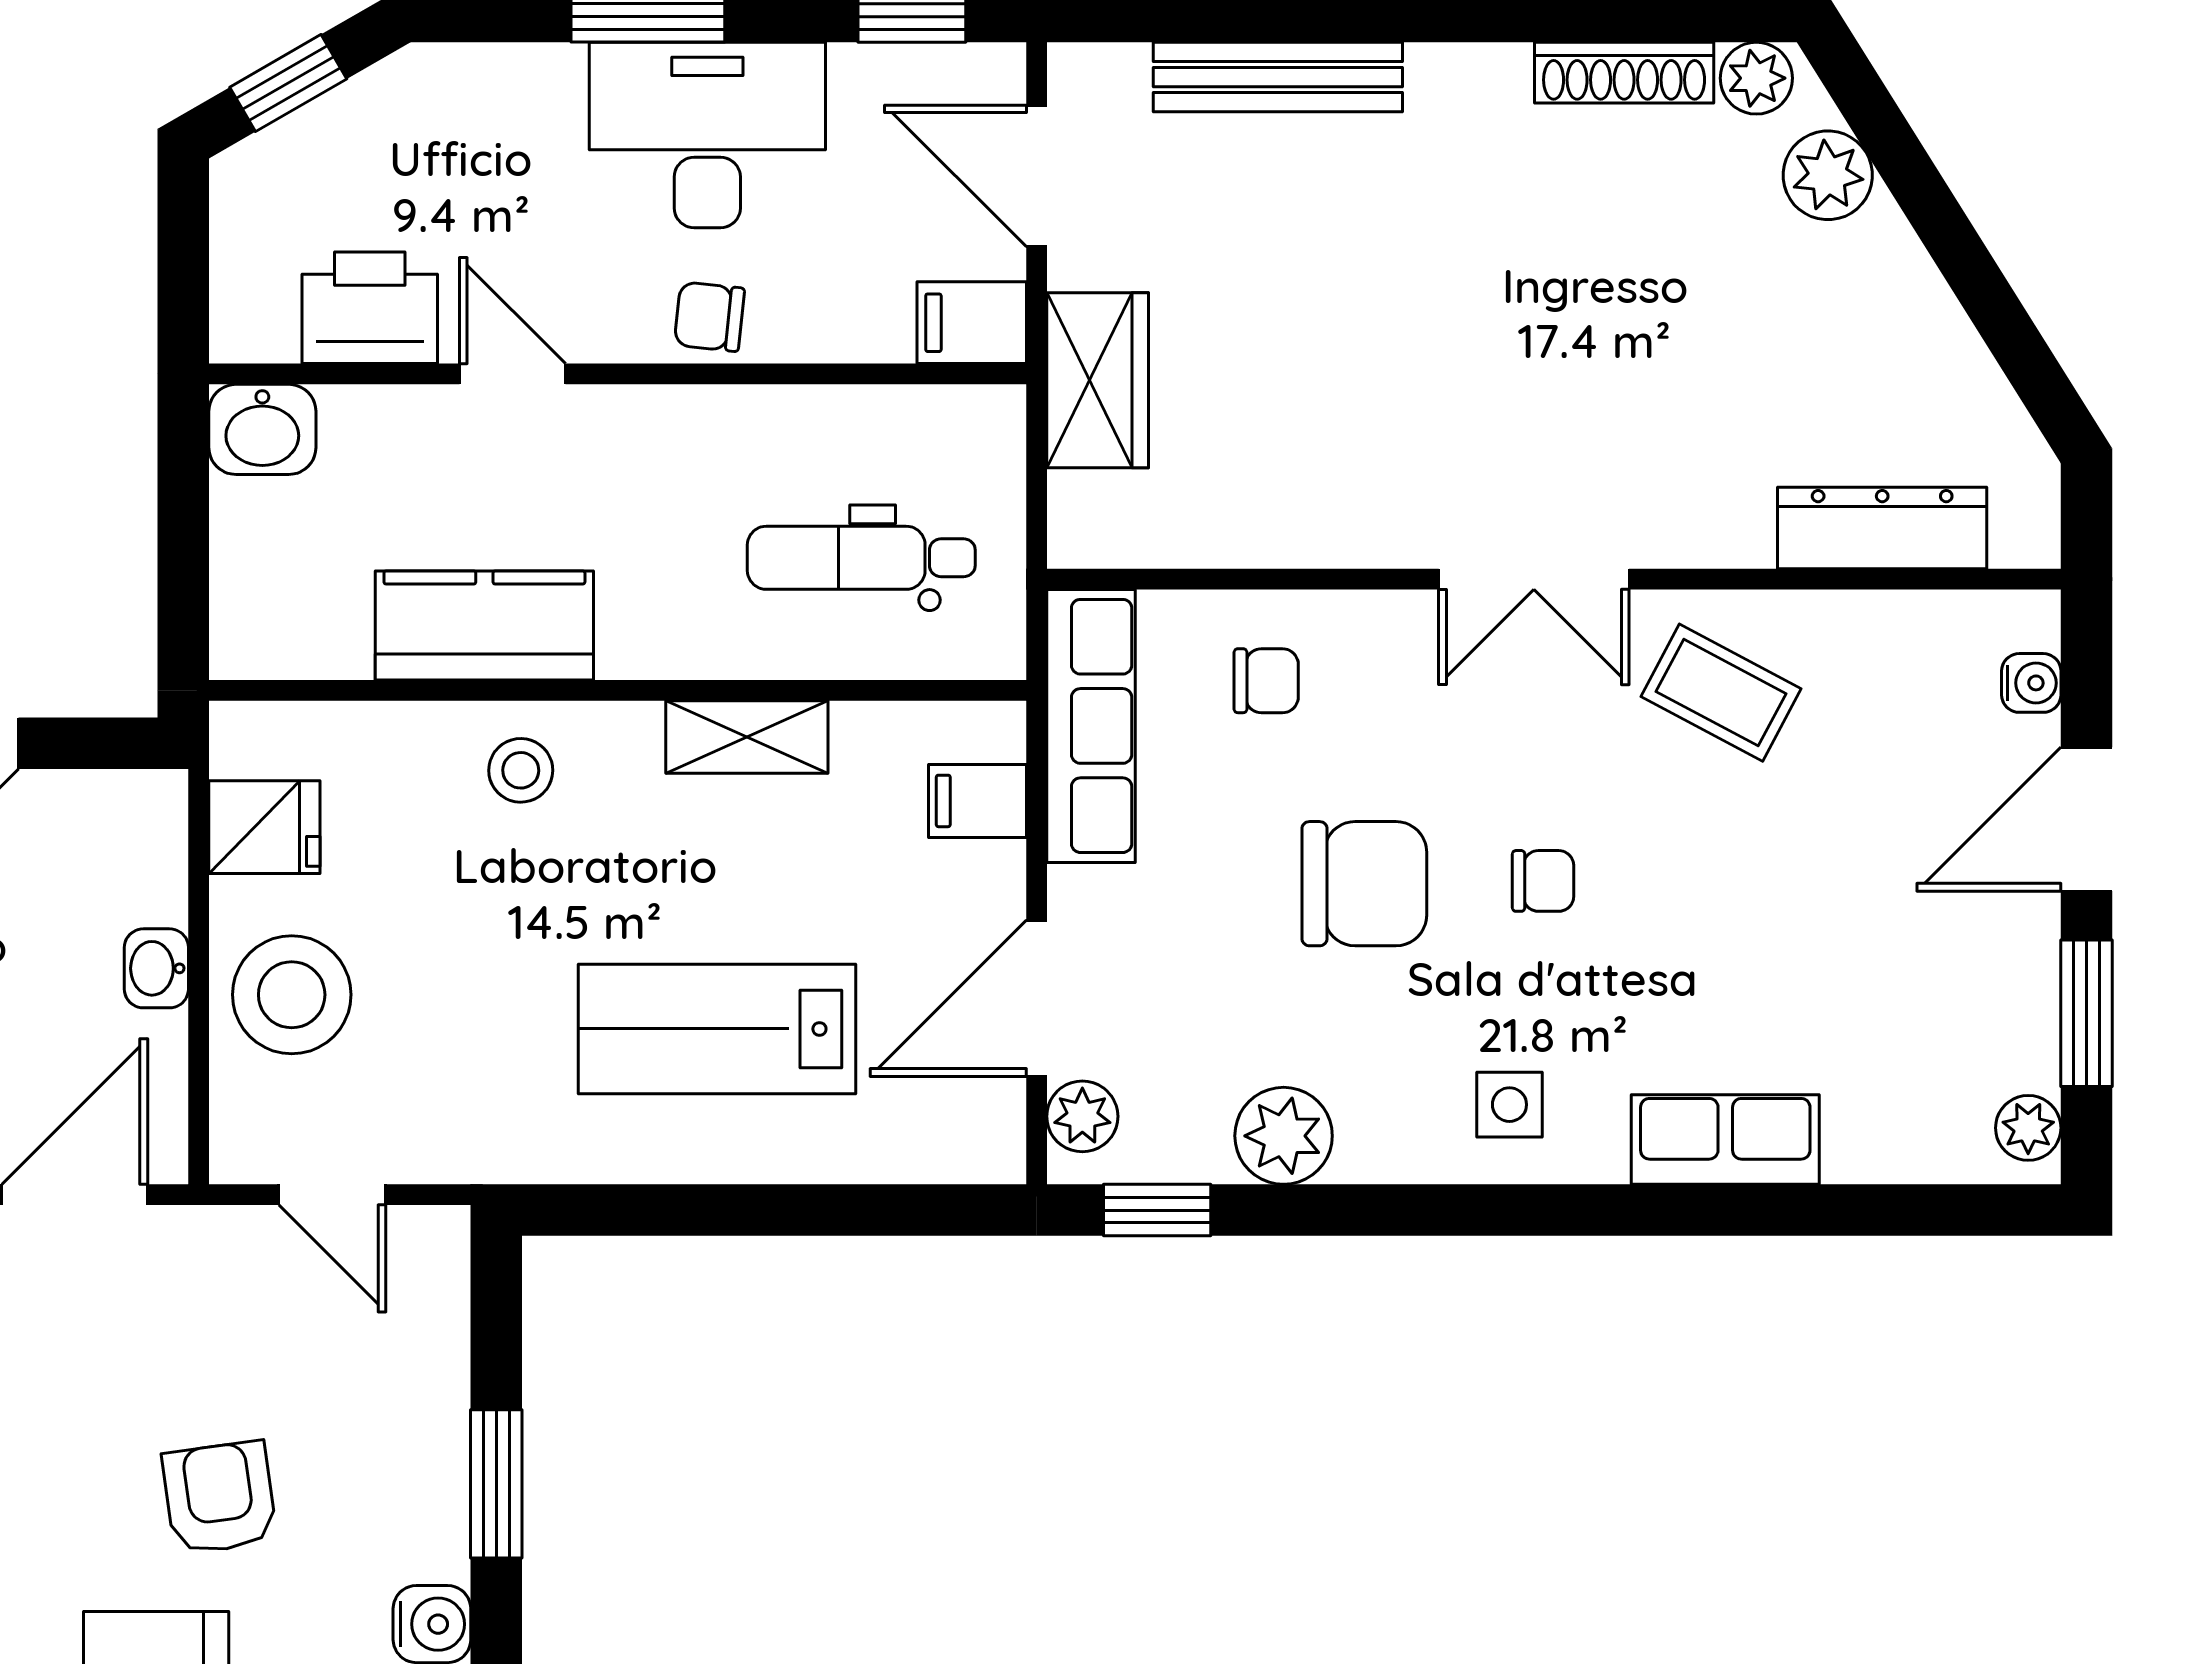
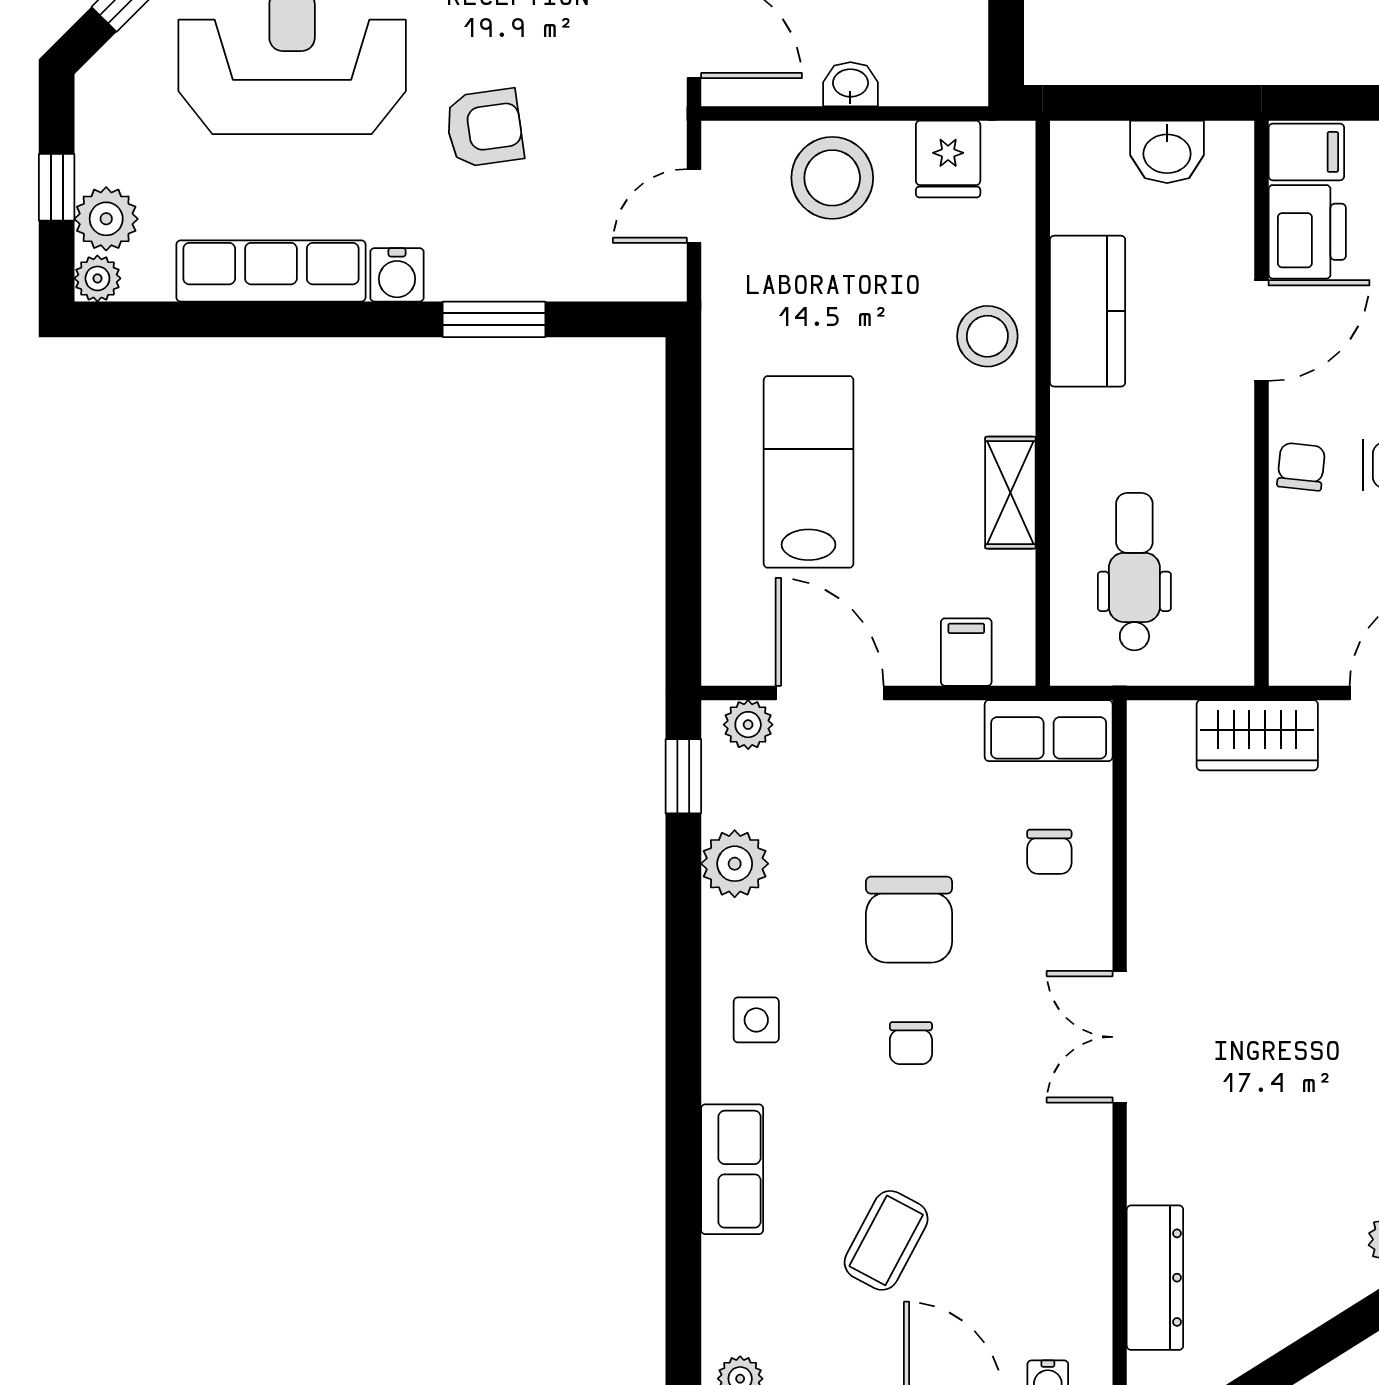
filing cabinet: (972, 323) -> (1306, 152), moved, turned 90
door: (513, 374) -> (1261, 331), width x1.38
washbasin: (262, 429) -> (1167, 152), moved, turned -90
coffee table: (1721, 693) -> (886, 1240), moved
row of seats: (1091, 726) -> (1049, 731), width x0.68
stool: (521, 770) -> (987, 336), width x1.37, depth x1.37

